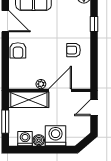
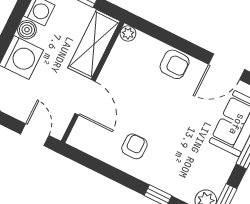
armchair: (18, 50) -> (175, 64), turned 180
plant: (41, 84) -> (128, 34), moved

